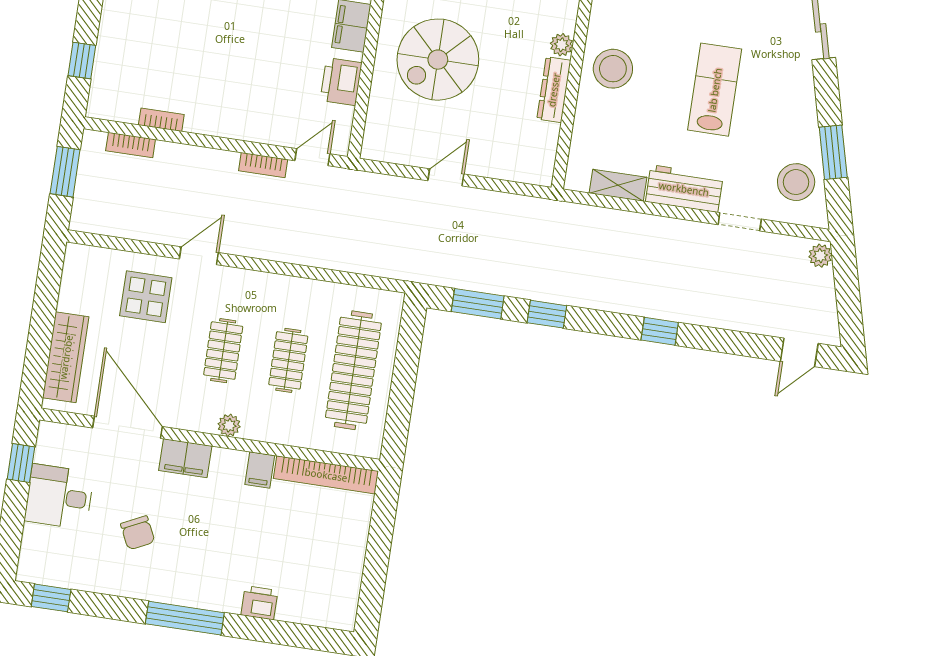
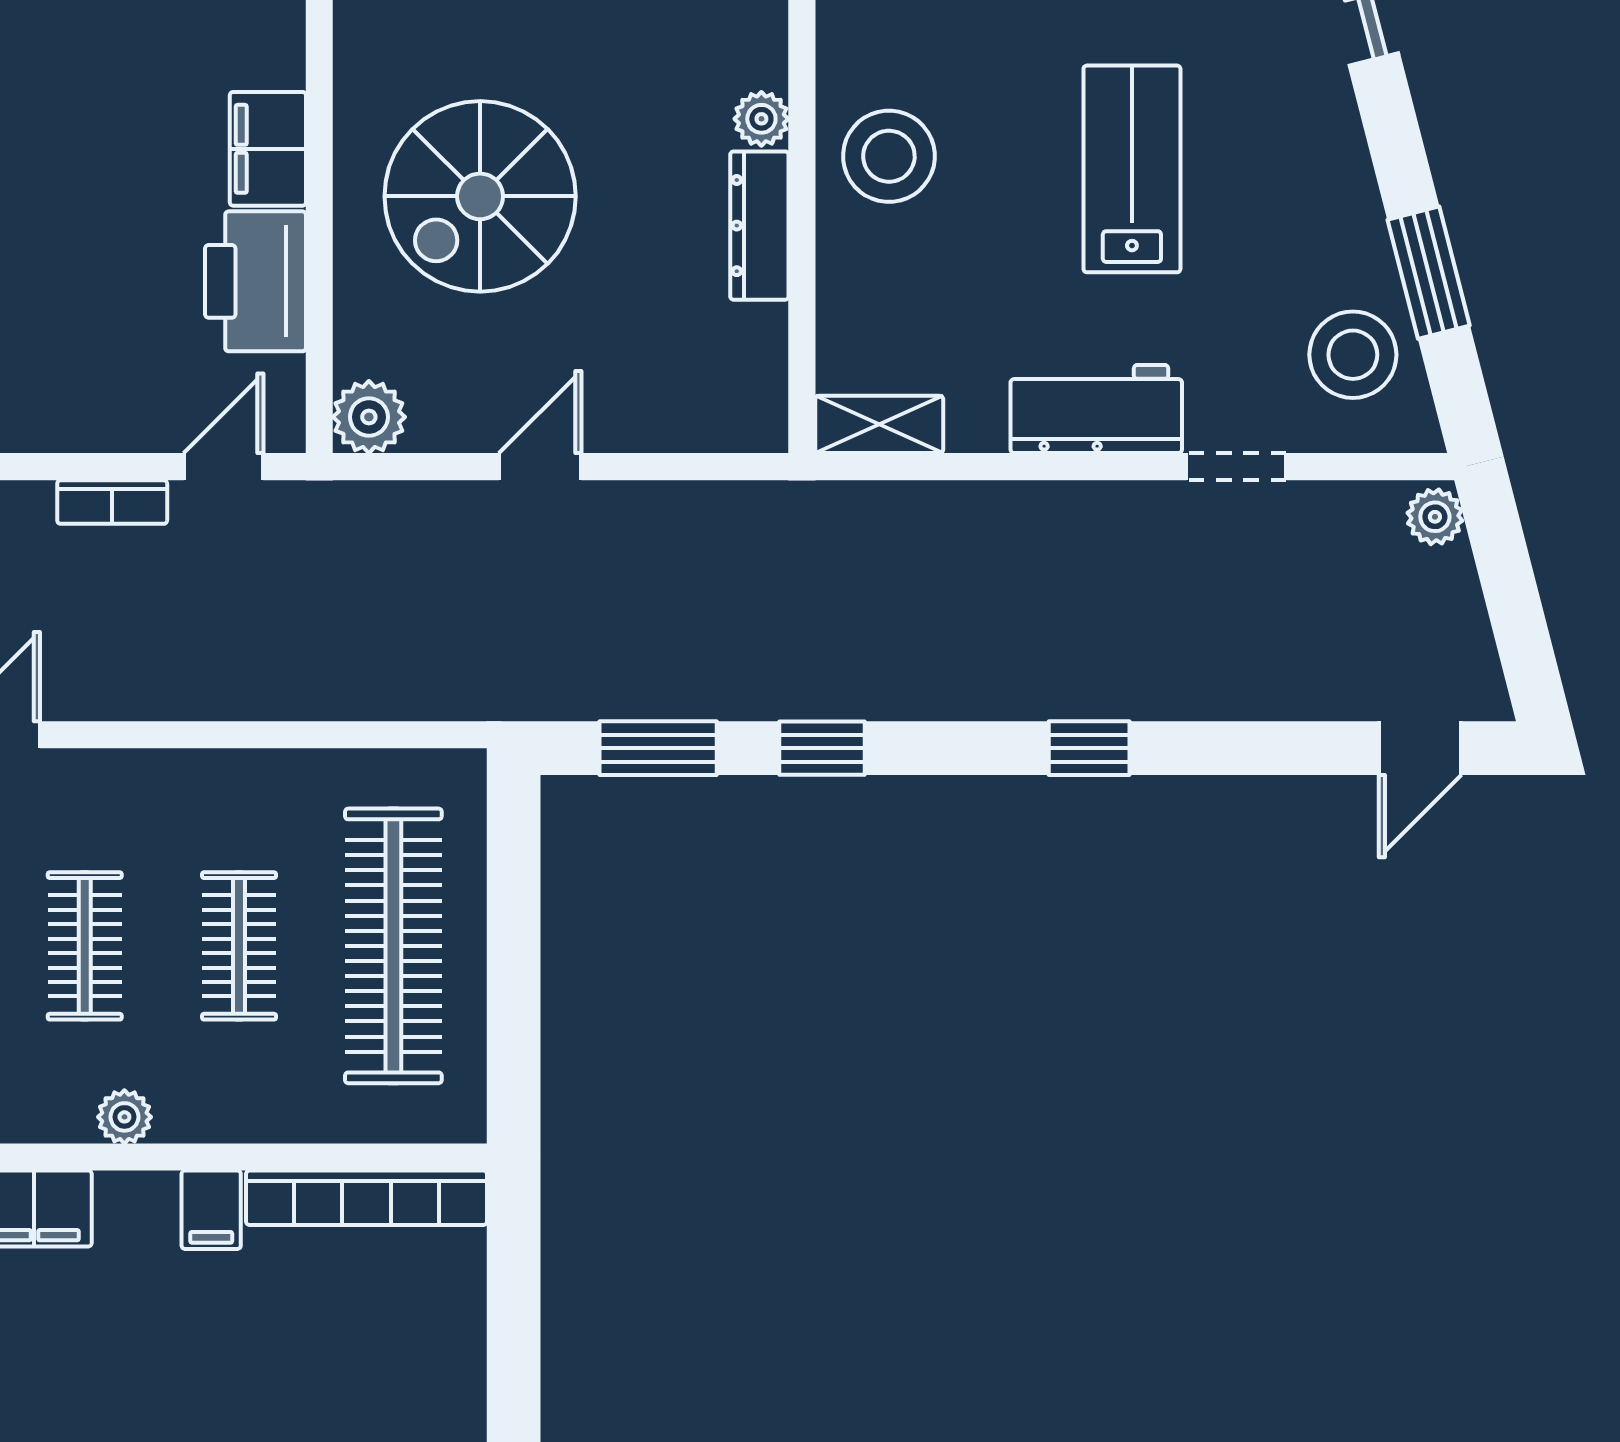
printer: (341, 82) -> (256, 281), width x1.37, depth x1.19
plant: (377, 146) -> (369, 417), added
shelving: (618, 185) -> (879, 424), moved

